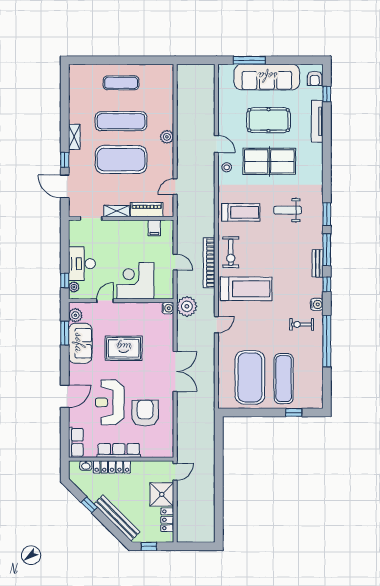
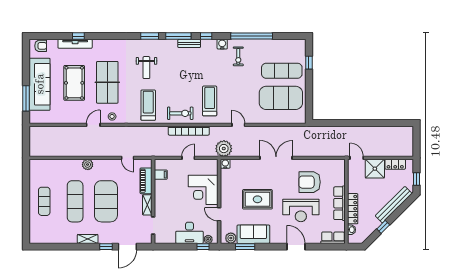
window: (327, 94) -> (78, 36), moved
treadmill: (246, 289) -> (210, 101), width x0.73, depth x0.73
rug: (124, 348) -> (257, 199), turned 90

